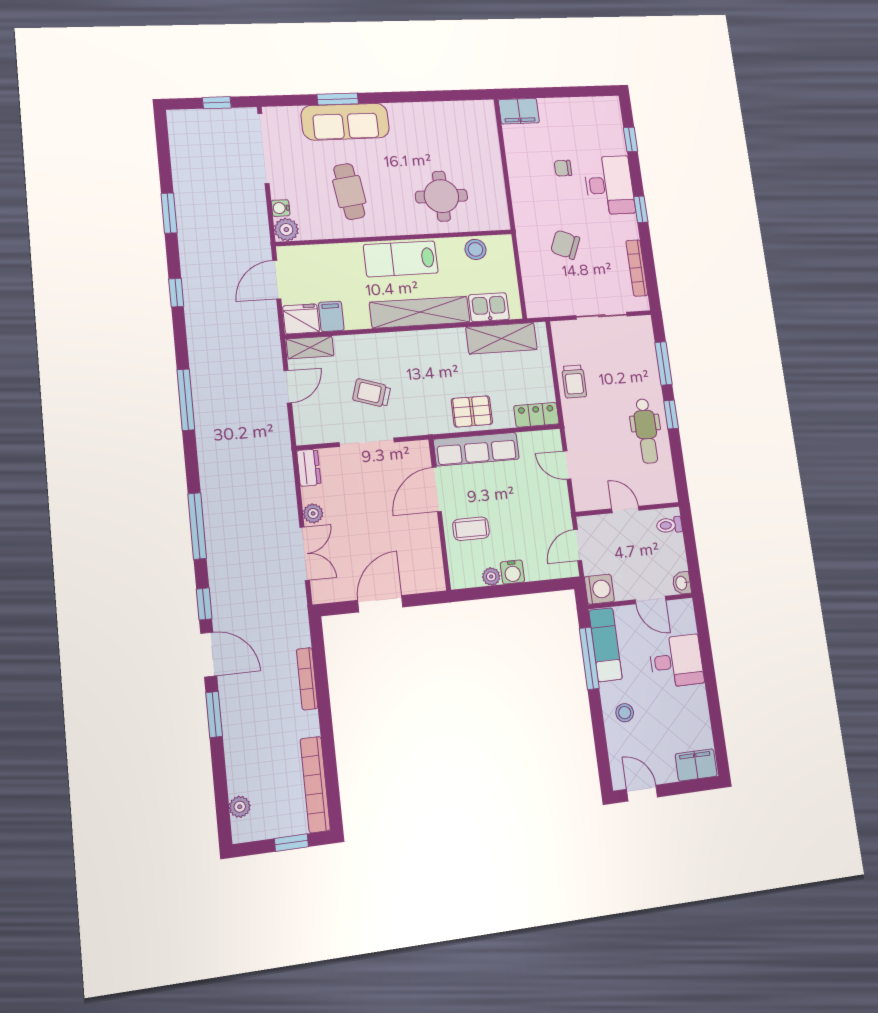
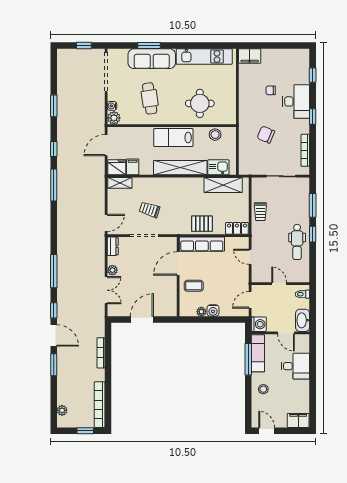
kitchen unit: (439, 115) -> (204, 56), added
door: (288, 387) -> (106, 223), moved
window: (186, 400) -> (54, 185), moved
washbasin: (682, 583) -> (303, 320), width x1.91, depth x1.45

